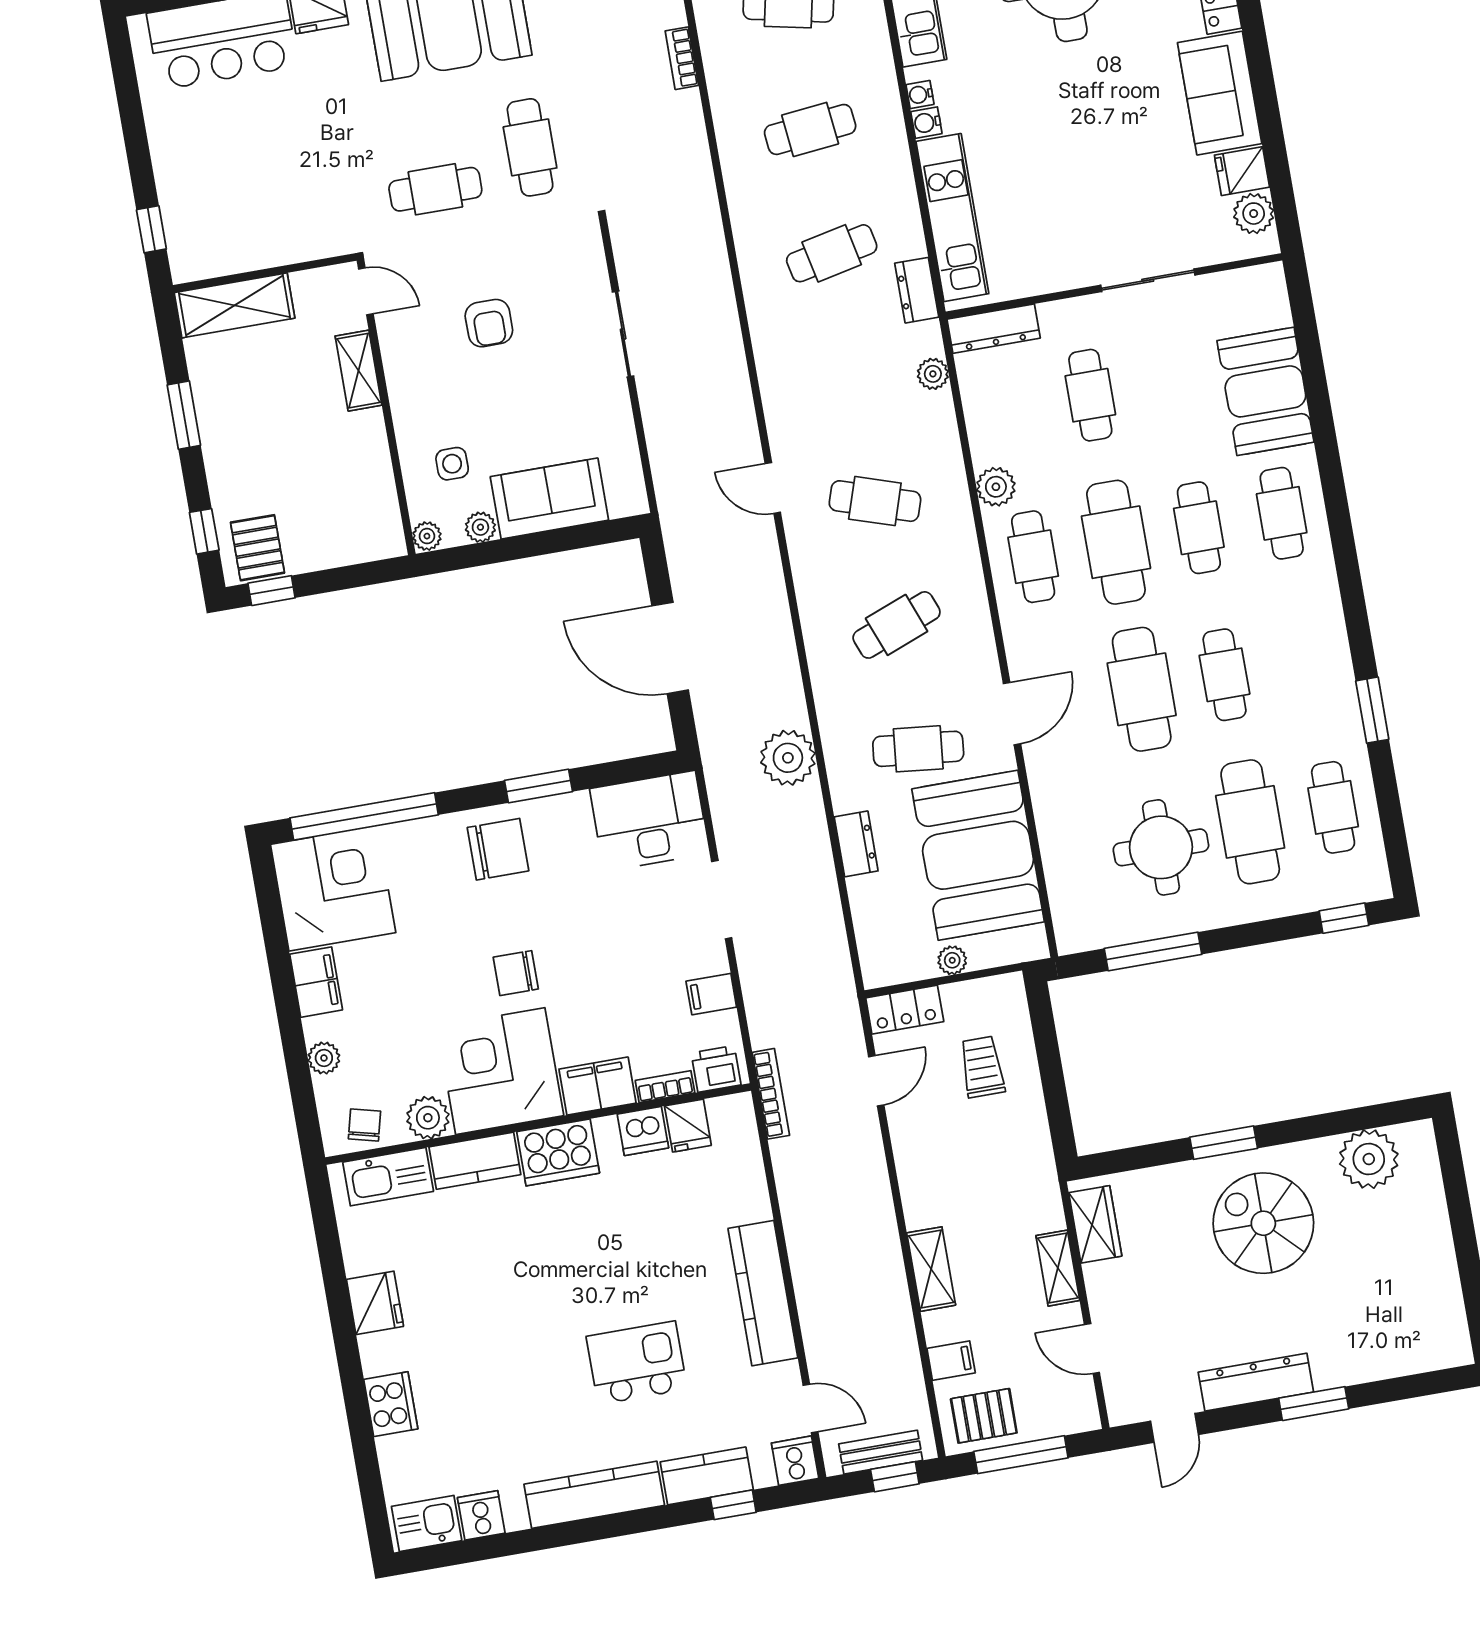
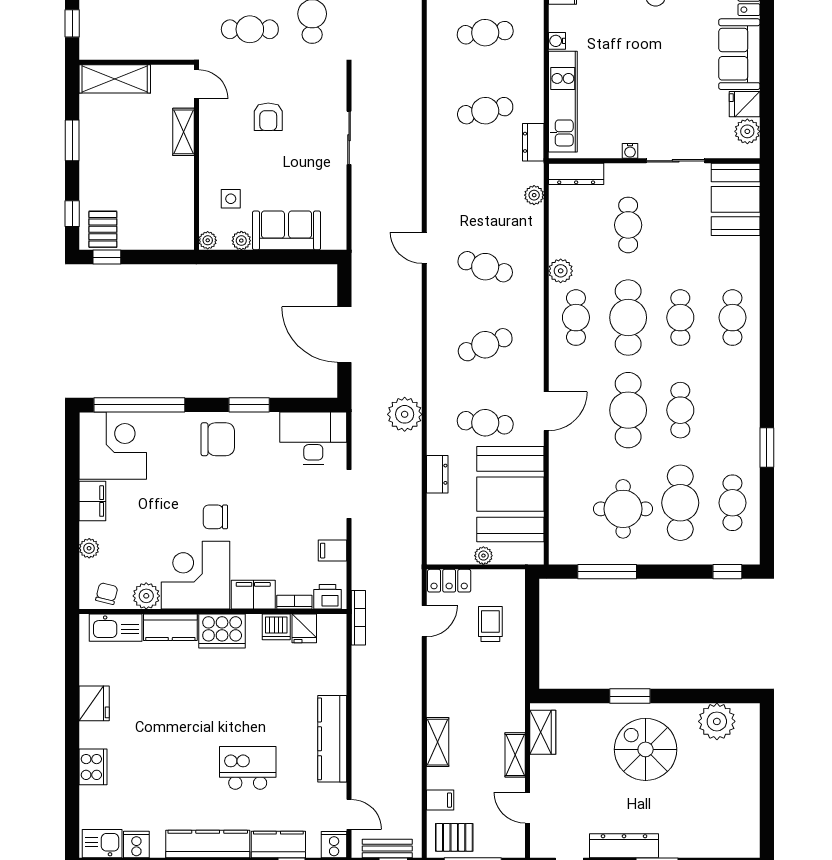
water cooler: (920, 94) -> (630, 151), moved, turned -90
booth: (1265, 391) -> (736, 199), moved

